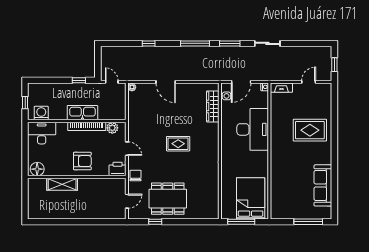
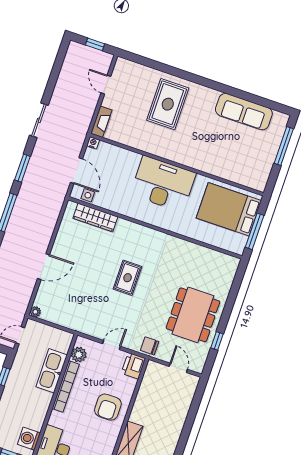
kitchen sink: (82, 113) -> (52, 371), moved
desk: (253, 129) -> (163, 184), moved
armchair: (82, 161) -> (108, 407), turned 180

